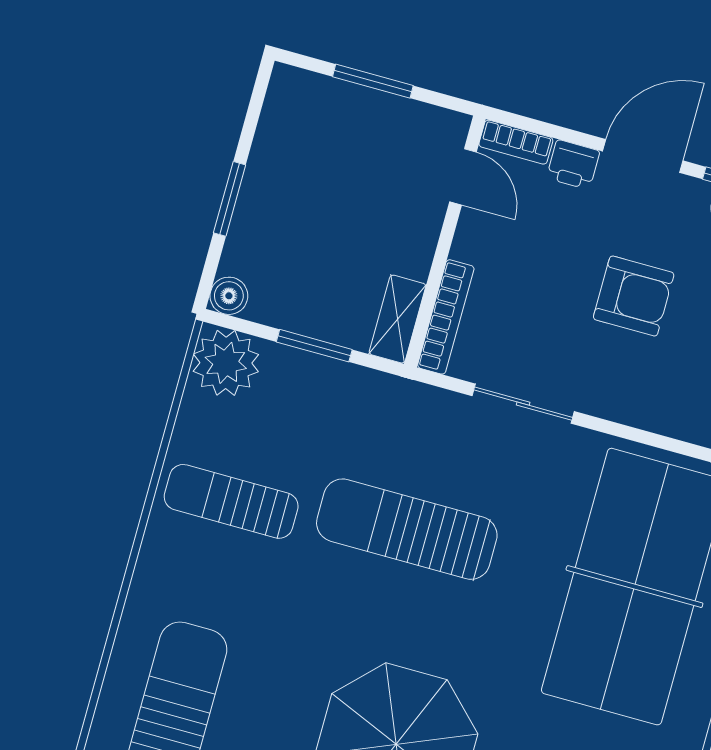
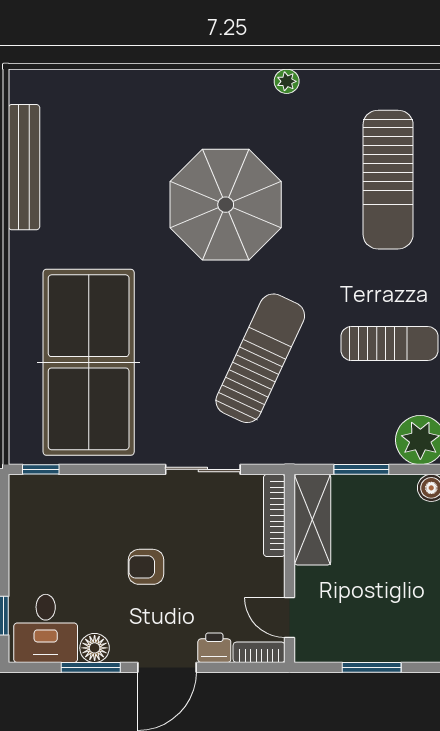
armchair: (634, 296) -> (146, 567), width x0.72, depth x0.72
shelving: (398, 319) -> (312, 520), width x1.50, depth x1.33
sun lounger: (407, 529) -> (260, 358), turned -65

